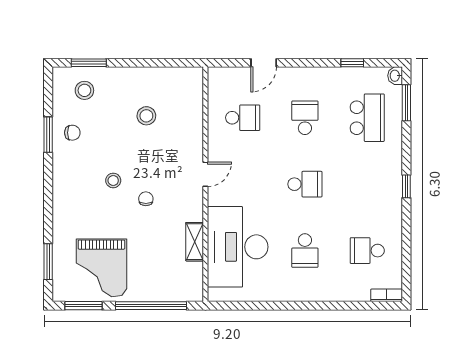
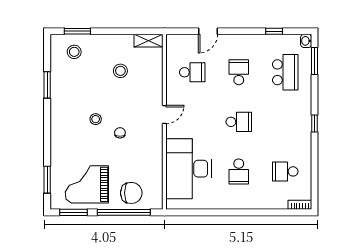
chair: (72, 133) -> (131, 193), moved, width x1.87, depth x1.87
shelving: (195, 242) -> (149, 41), moved, turned 90
grand piano: (101, 268) -> (87, 184), turned 90

